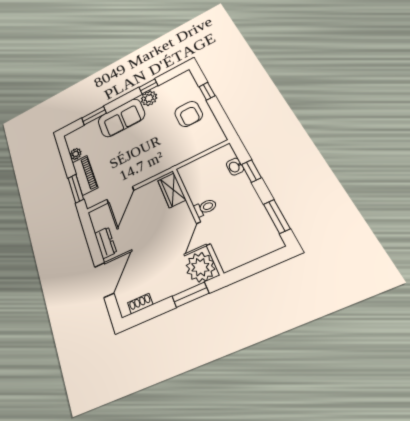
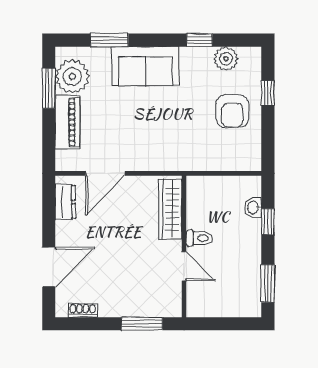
plant: (149, 98) -> (226, 59), moved
plant: (76, 154) -> (72, 76), width x1.88, depth x1.88
window: (76, 189) -> (49, 88), moved
wardrobe: (172, 190) -> (170, 209), width x1.50
door: (203, 234) -> (184, 266), swing flipped
dresser: (106, 243) -> (65, 202), moved
plant: (200, 267) -> (165, 300), removed

